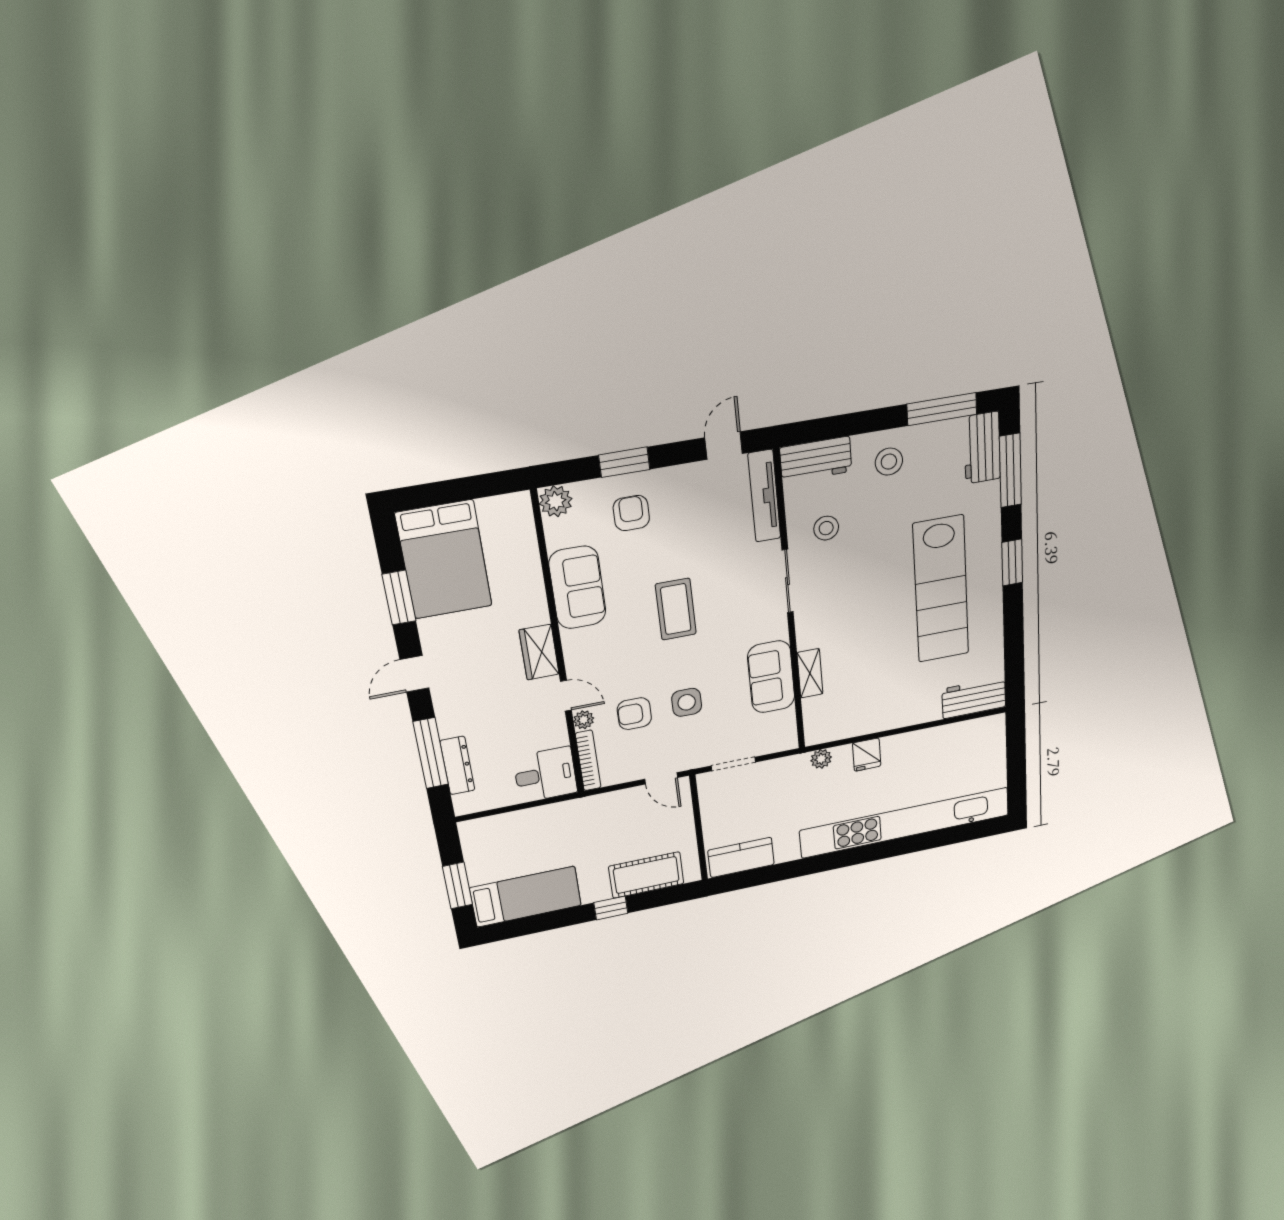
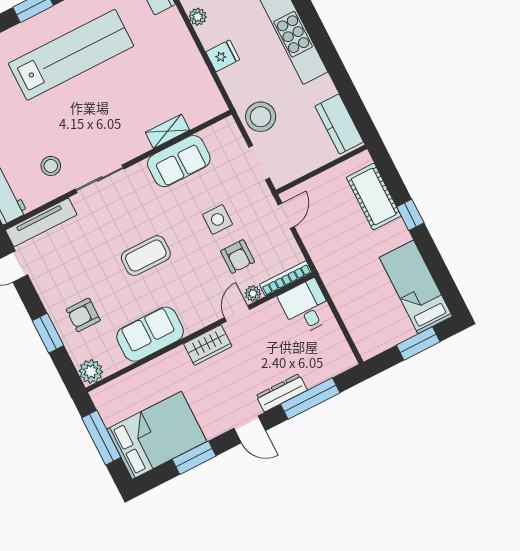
window: (464, 489) -> (101, 438), added
plant: (821, 759) -> (198, 17), moved
dresser: (457, 765) -> (282, 393), moved
stool: (784, 778) -> (261, 117), added

